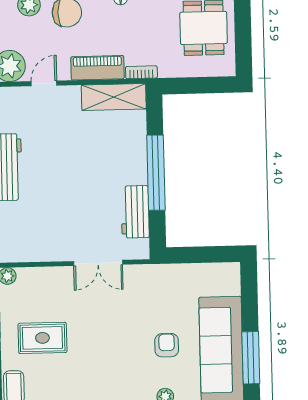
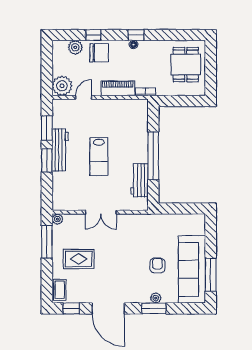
shelving: (114, 97) -> (128, 107), removed
lab bench: (70, 176) -> (99, 157), added
double door: (98, 263) -> (101, 212), moved

